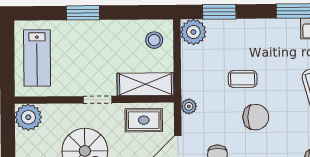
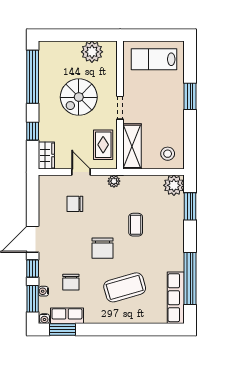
plant: (28, 117) -> (92, 52), moved
chair: (256, 117) -> (102, 248), moved

